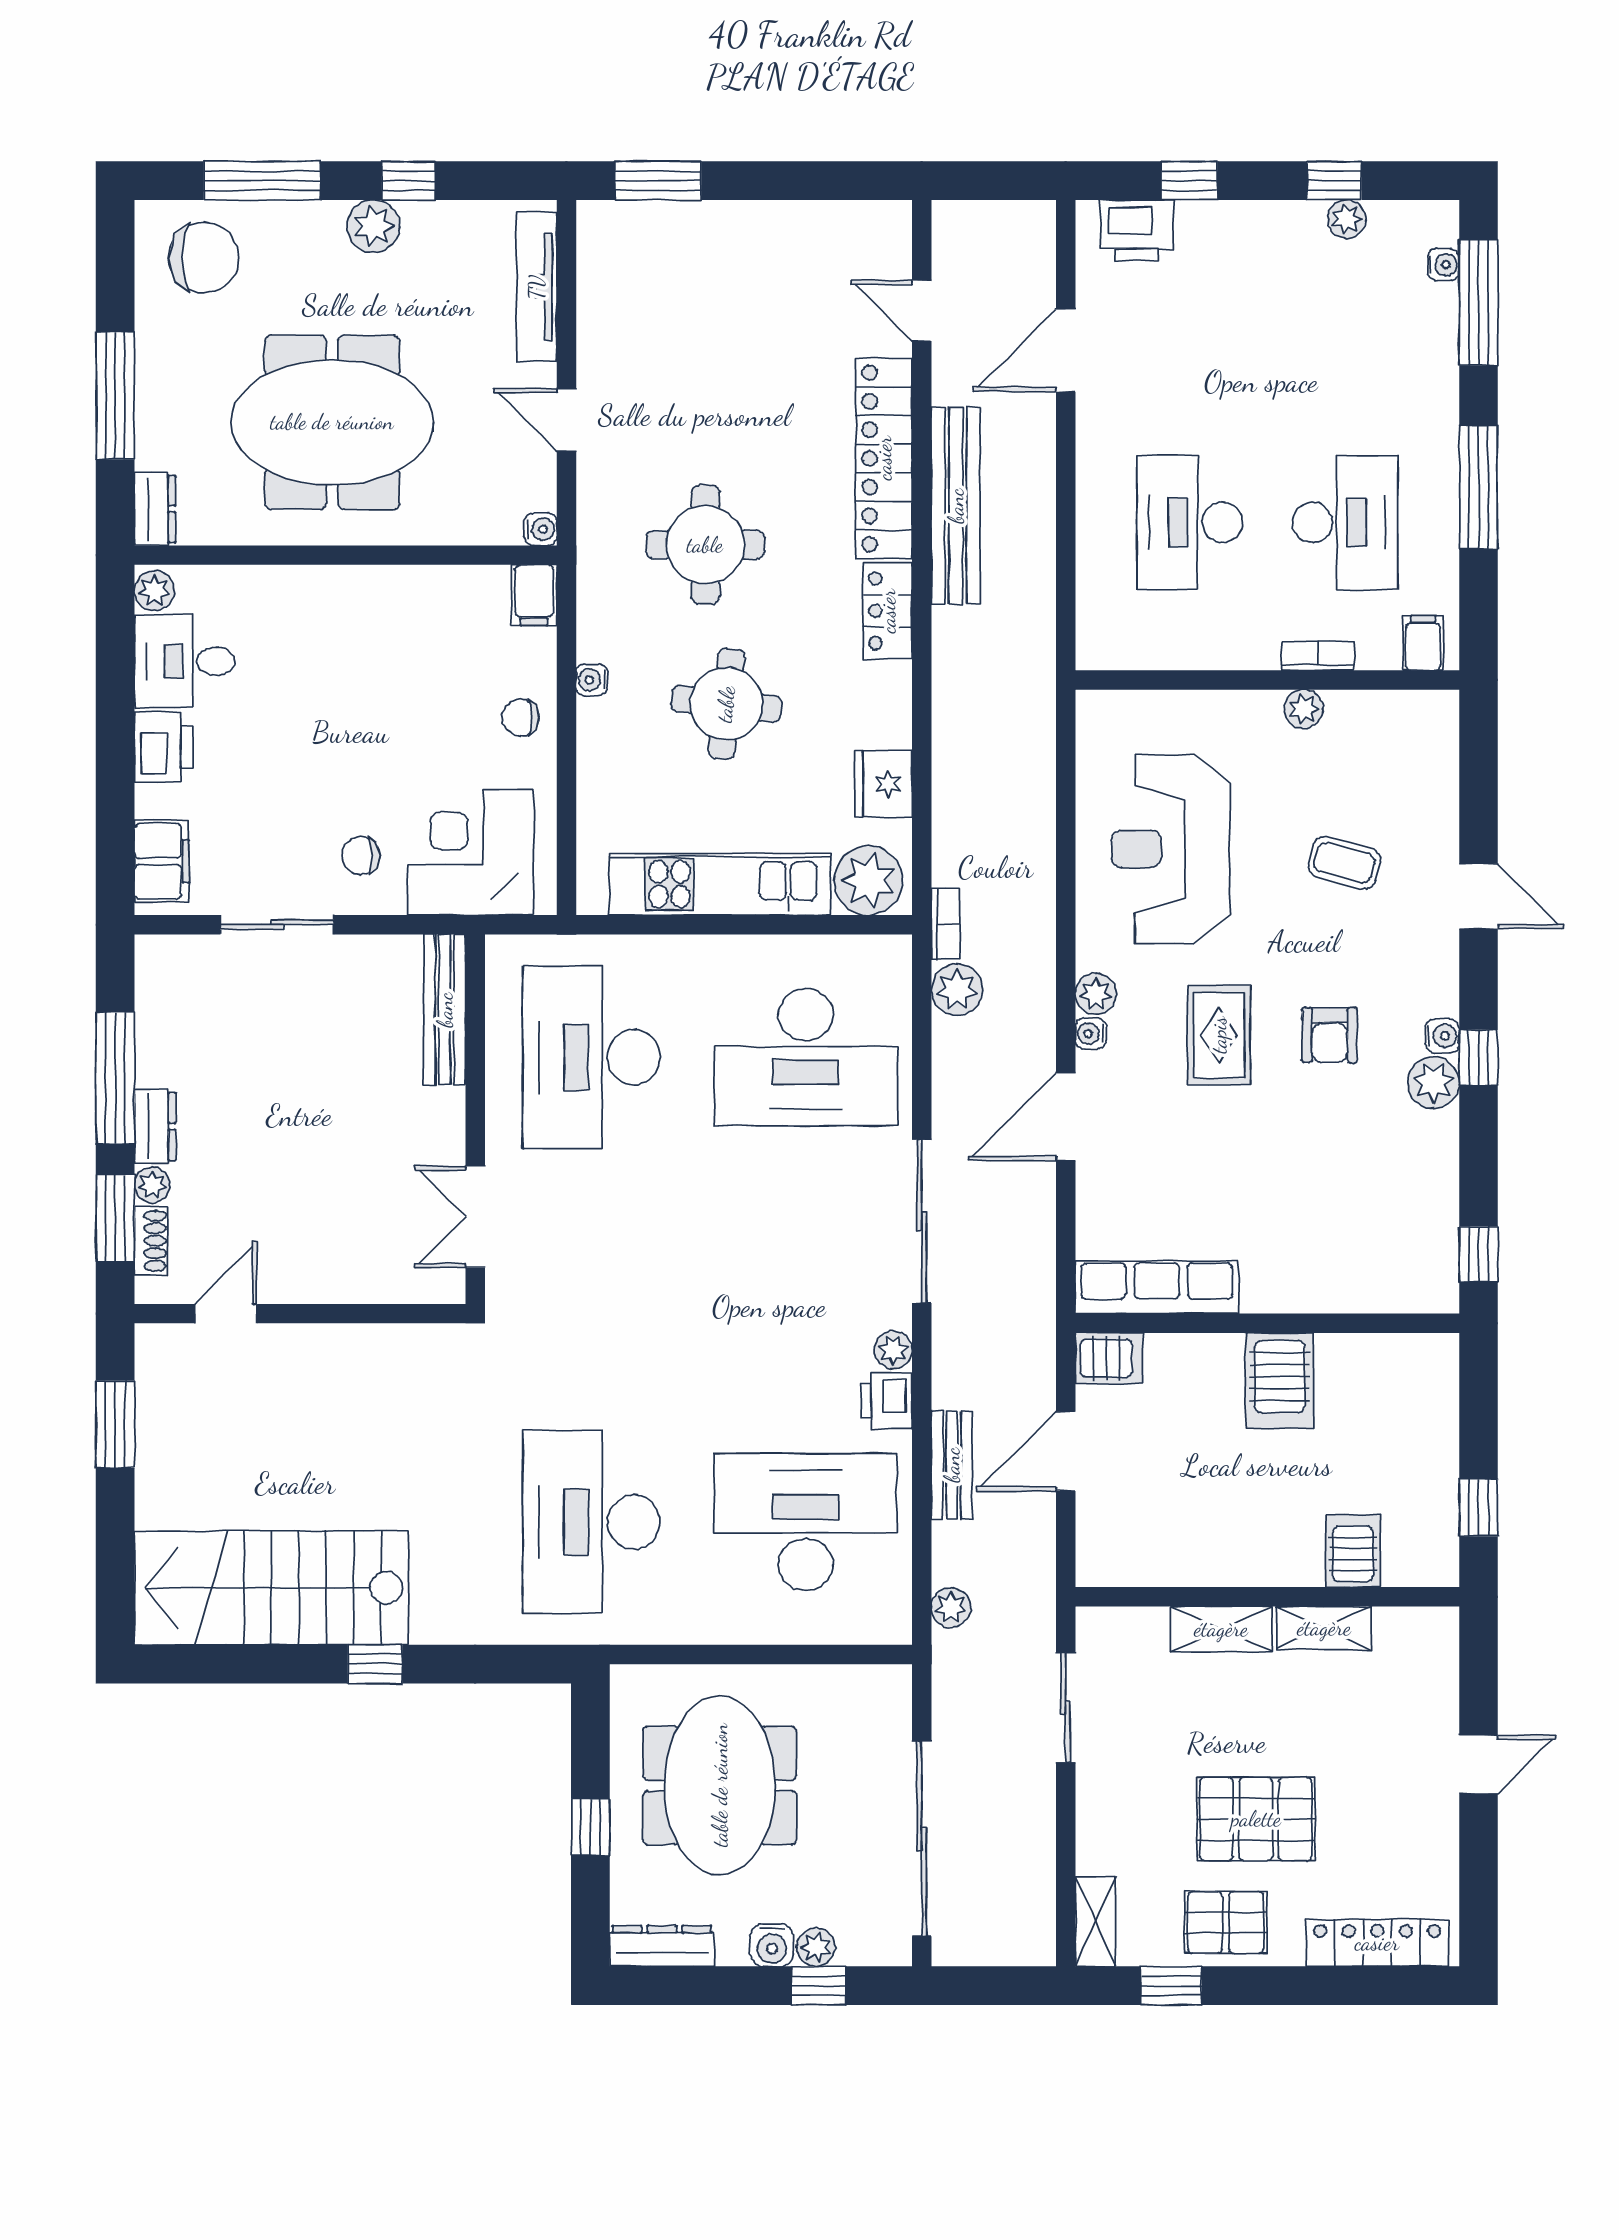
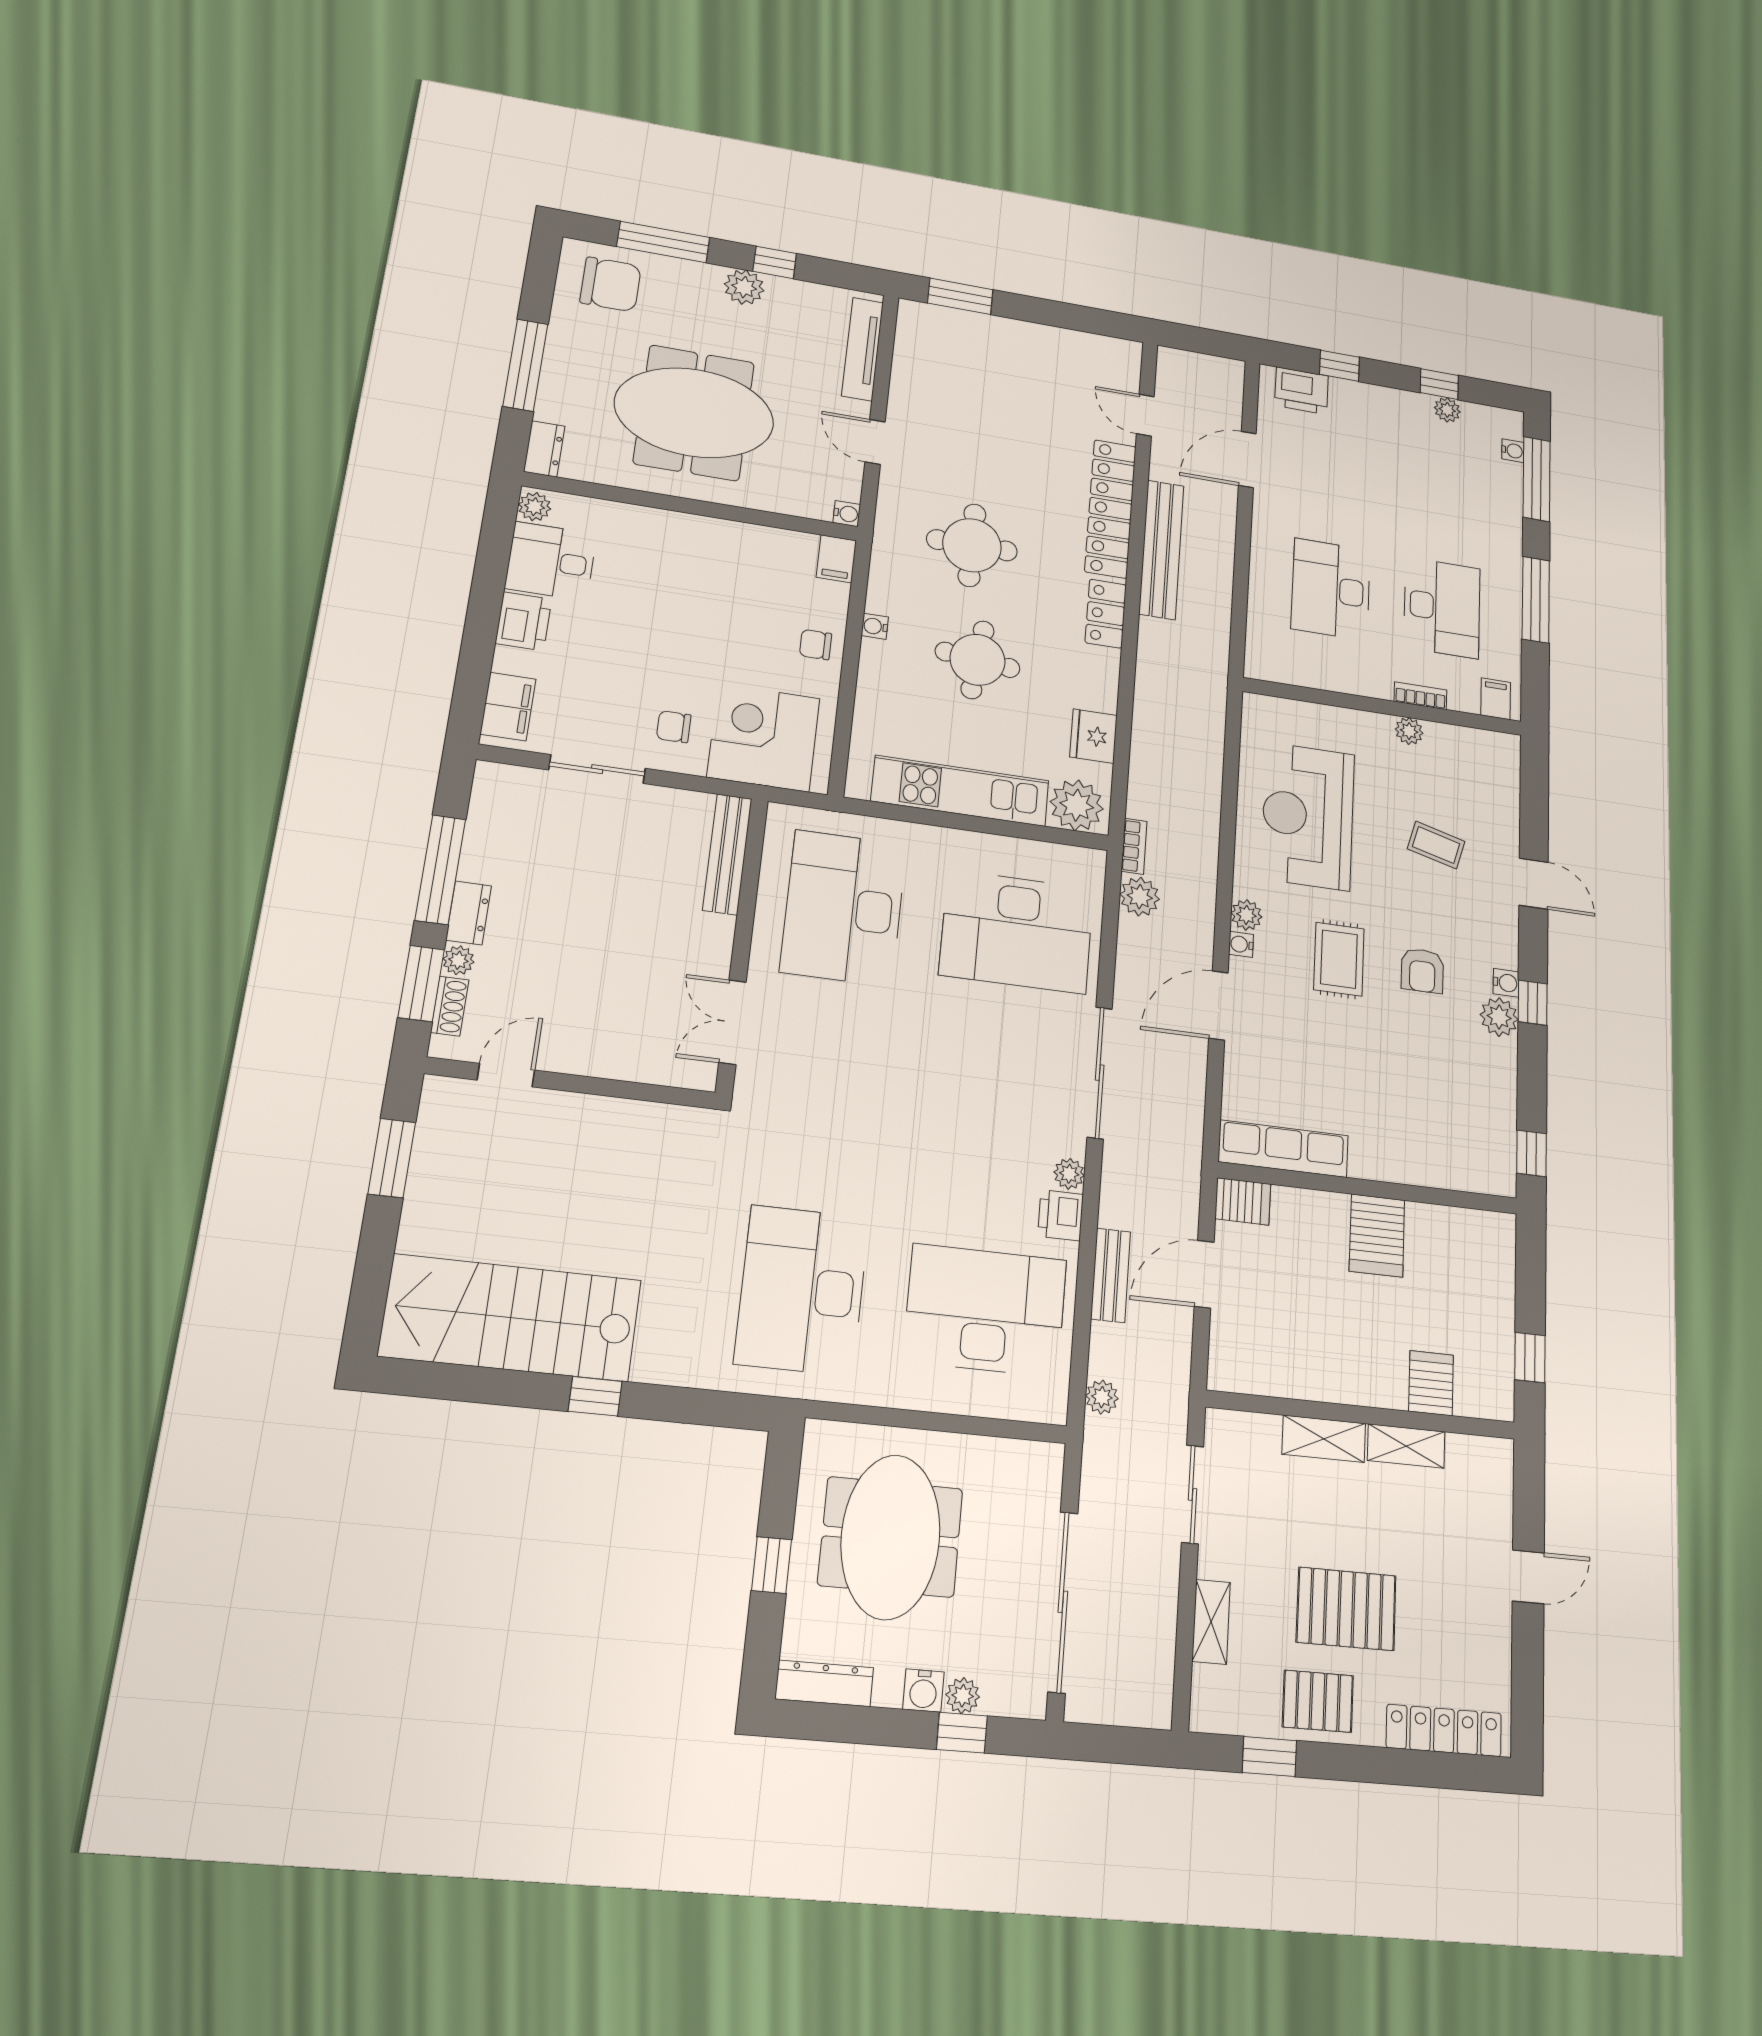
shelving: (1096, 1922) -> (1211, 1622), moved

